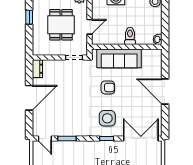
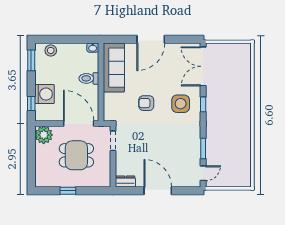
door: (90, 27) -> (79, 123), width x1.88
sofa: (119, 58) -> (114, 68), moved
armchair: (108, 87) -> (146, 103), turned -90

